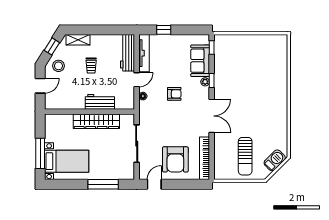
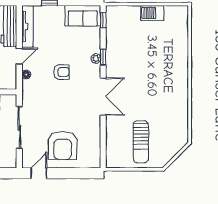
sofa: (200, 61) -> (83, 16), moved, turned -90
bookcase: (204, 158) -> (95, 144), removed
barbecue: (275, 160) -> (152, 13), moved, turned -135

